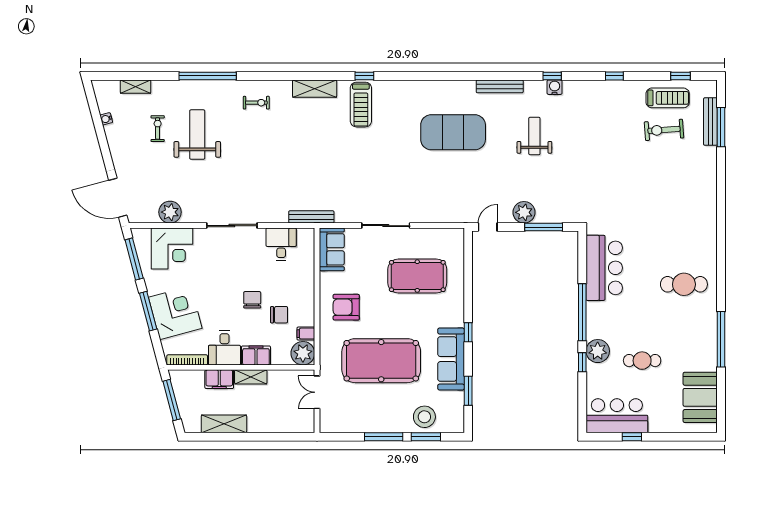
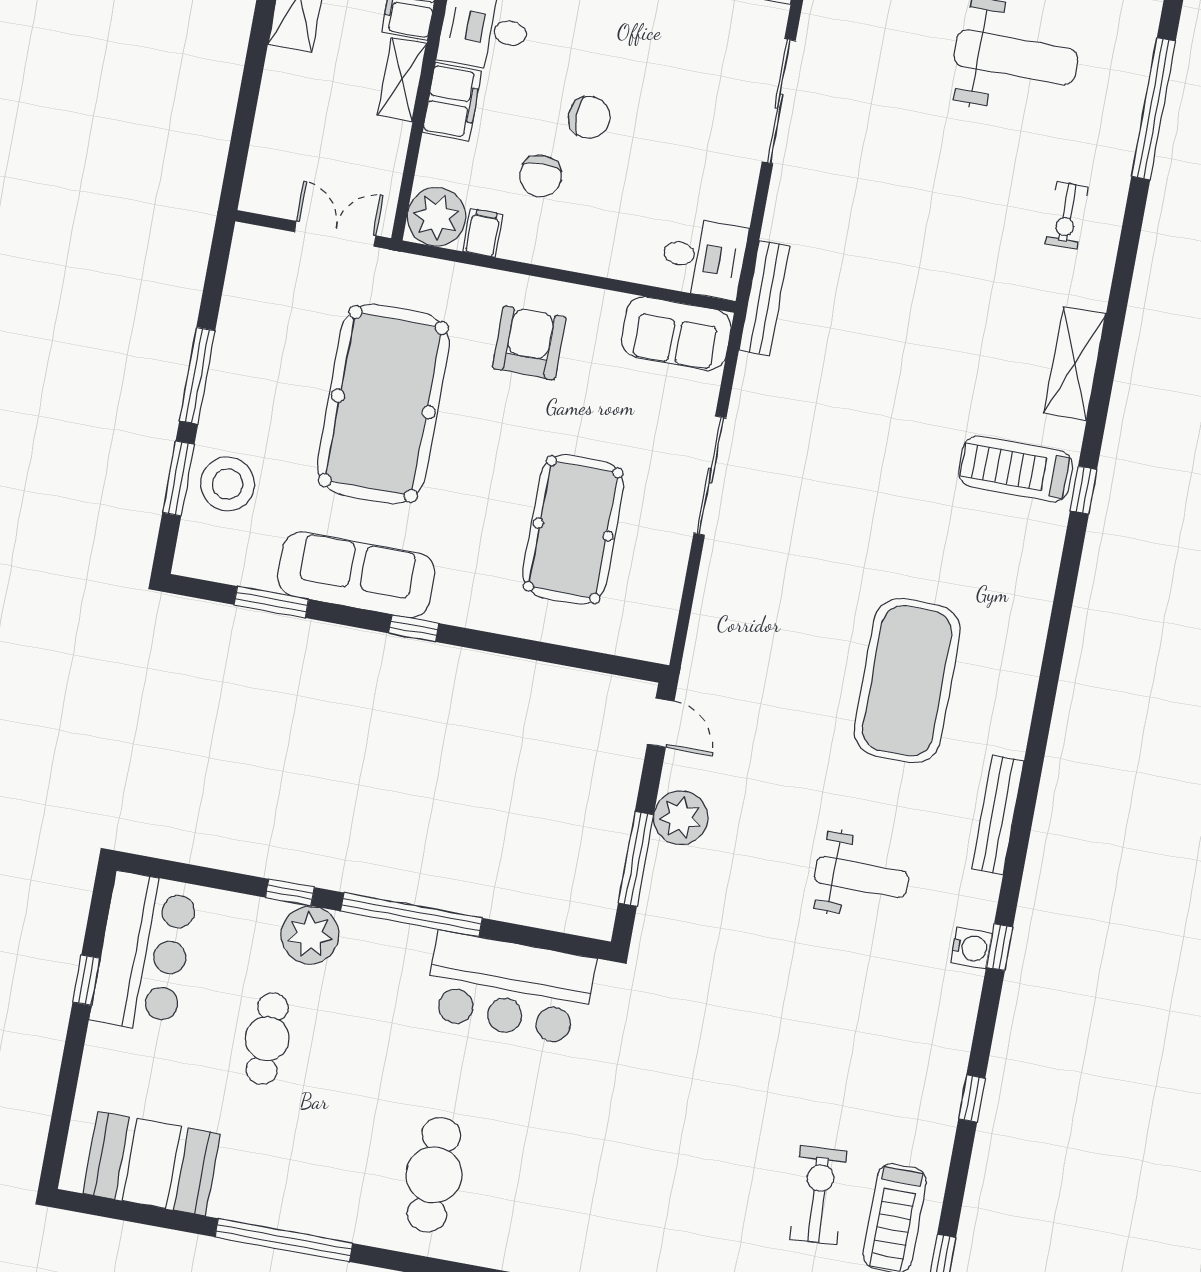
desk: (281, 244) -> (703, 258), moved

